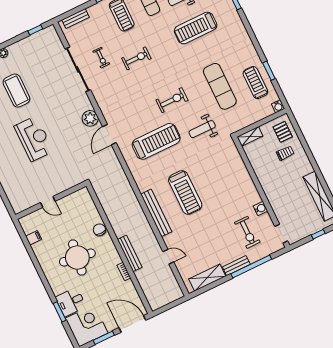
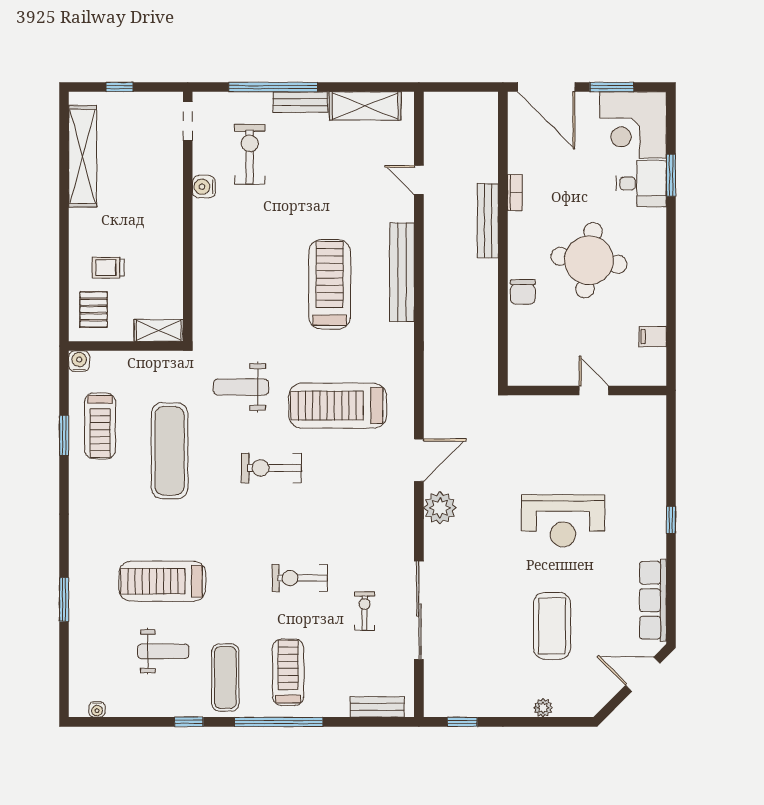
treadmill: (196, 28) -> (162, 581), turned 180
weight bench: (202, 129) -> (241, 387), turned 180
reception desk: (34, 139) -> (563, 521), turned -90

